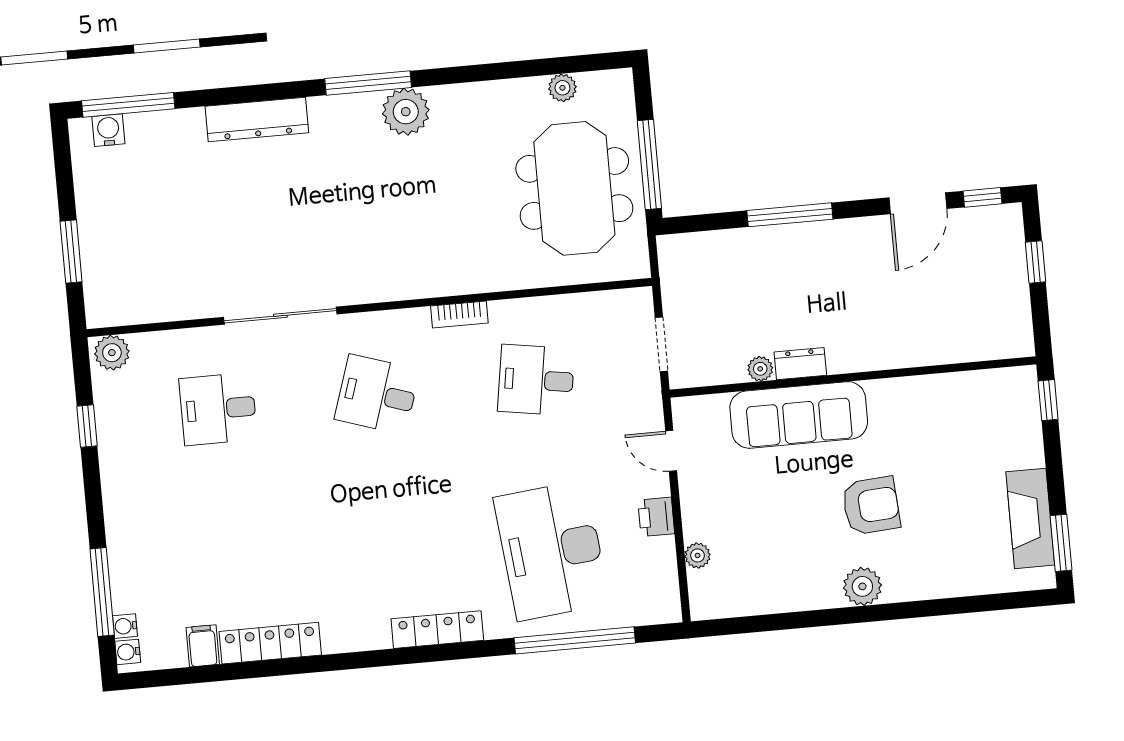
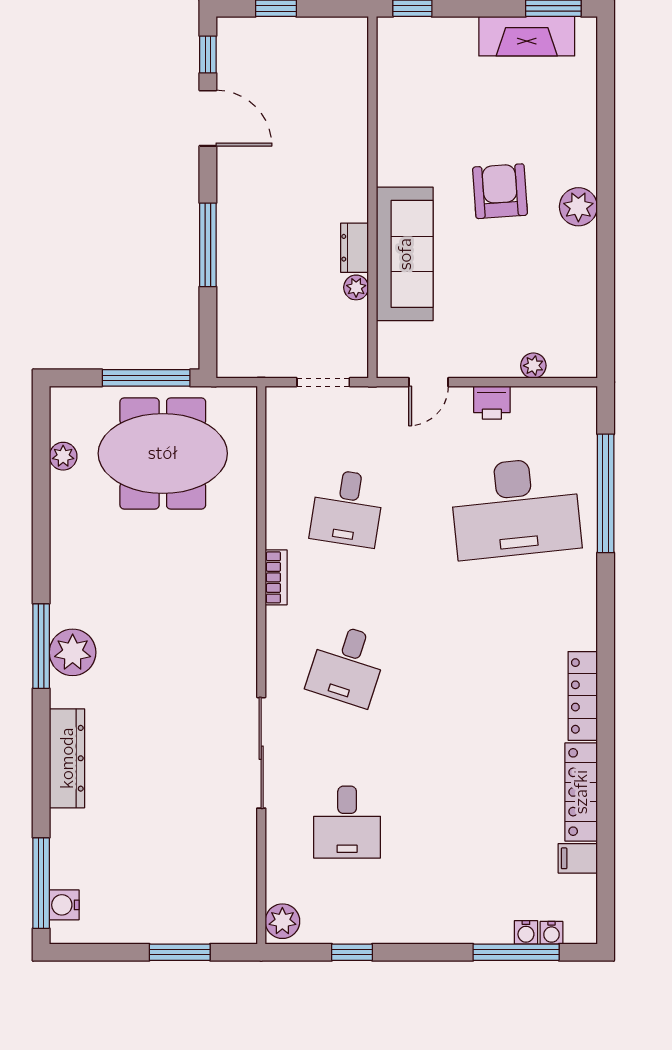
plant: (406, 112) -> (73, 652), moved
locker: (437, 630) -> (583, 696), moved
water cooler: (128, 652) -> (526, 932), moved

